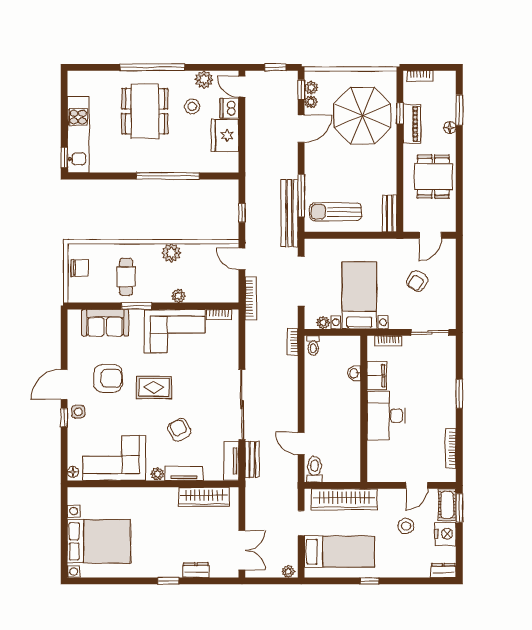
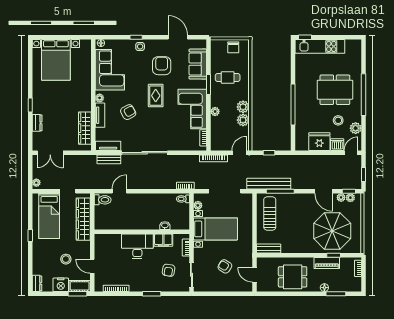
plant: (192, 253) -> (243, 120), added
armchair: (423, 368) -> (169, 270), added
armchair: (108, 378) -> (162, 66), turned 180
door: (64, 384) -> (178, 37), moved

